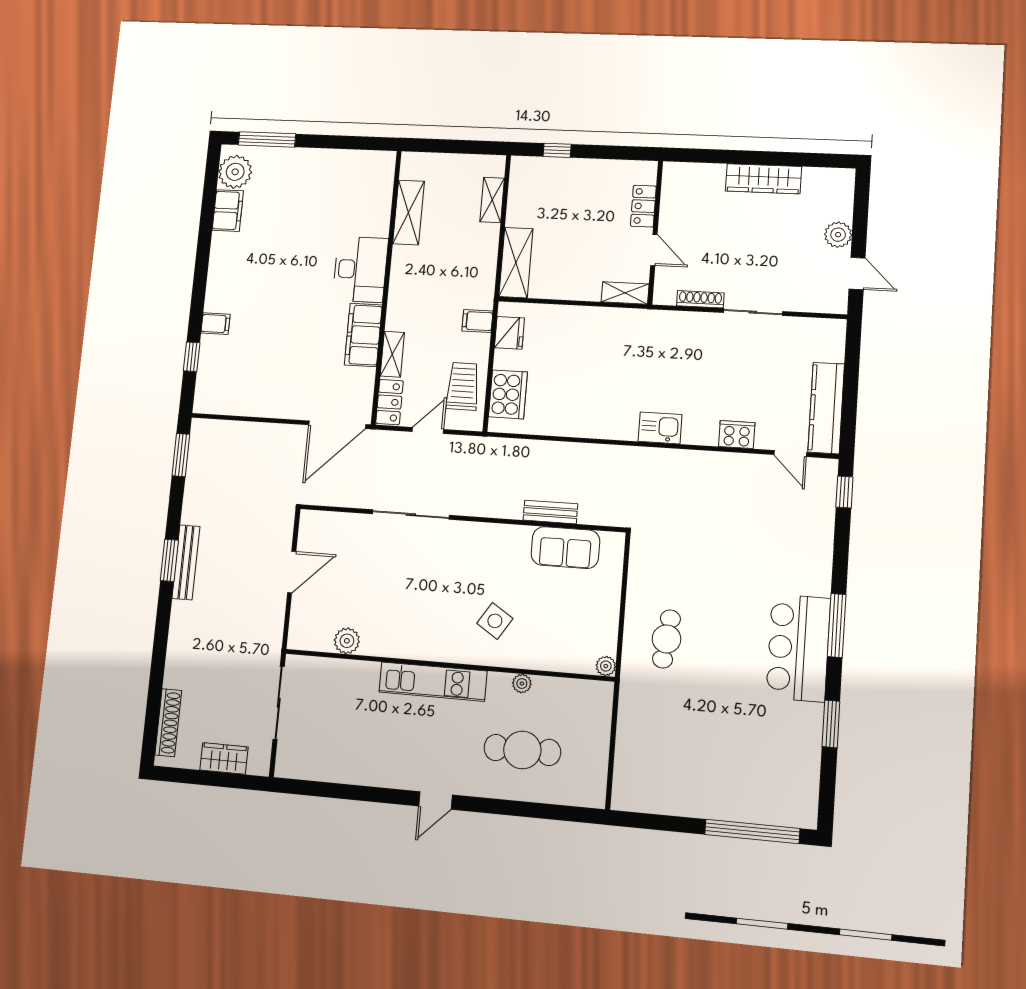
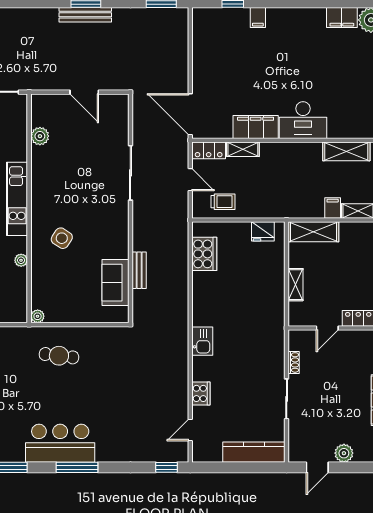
shelving: (625, 293) -> (296, 285), moved
shoe rack: (700, 299) -> (294, 362), width x0.70
filing cabinet: (477, 321) -> (333, 208), moved
trolley: (463, 386) -> (223, 202), width x0.73, depth x0.72
cooker: (508, 394) -> (204, 254), moved, turned -90
kitchen counter: (826, 408) -> (254, 452), moved

